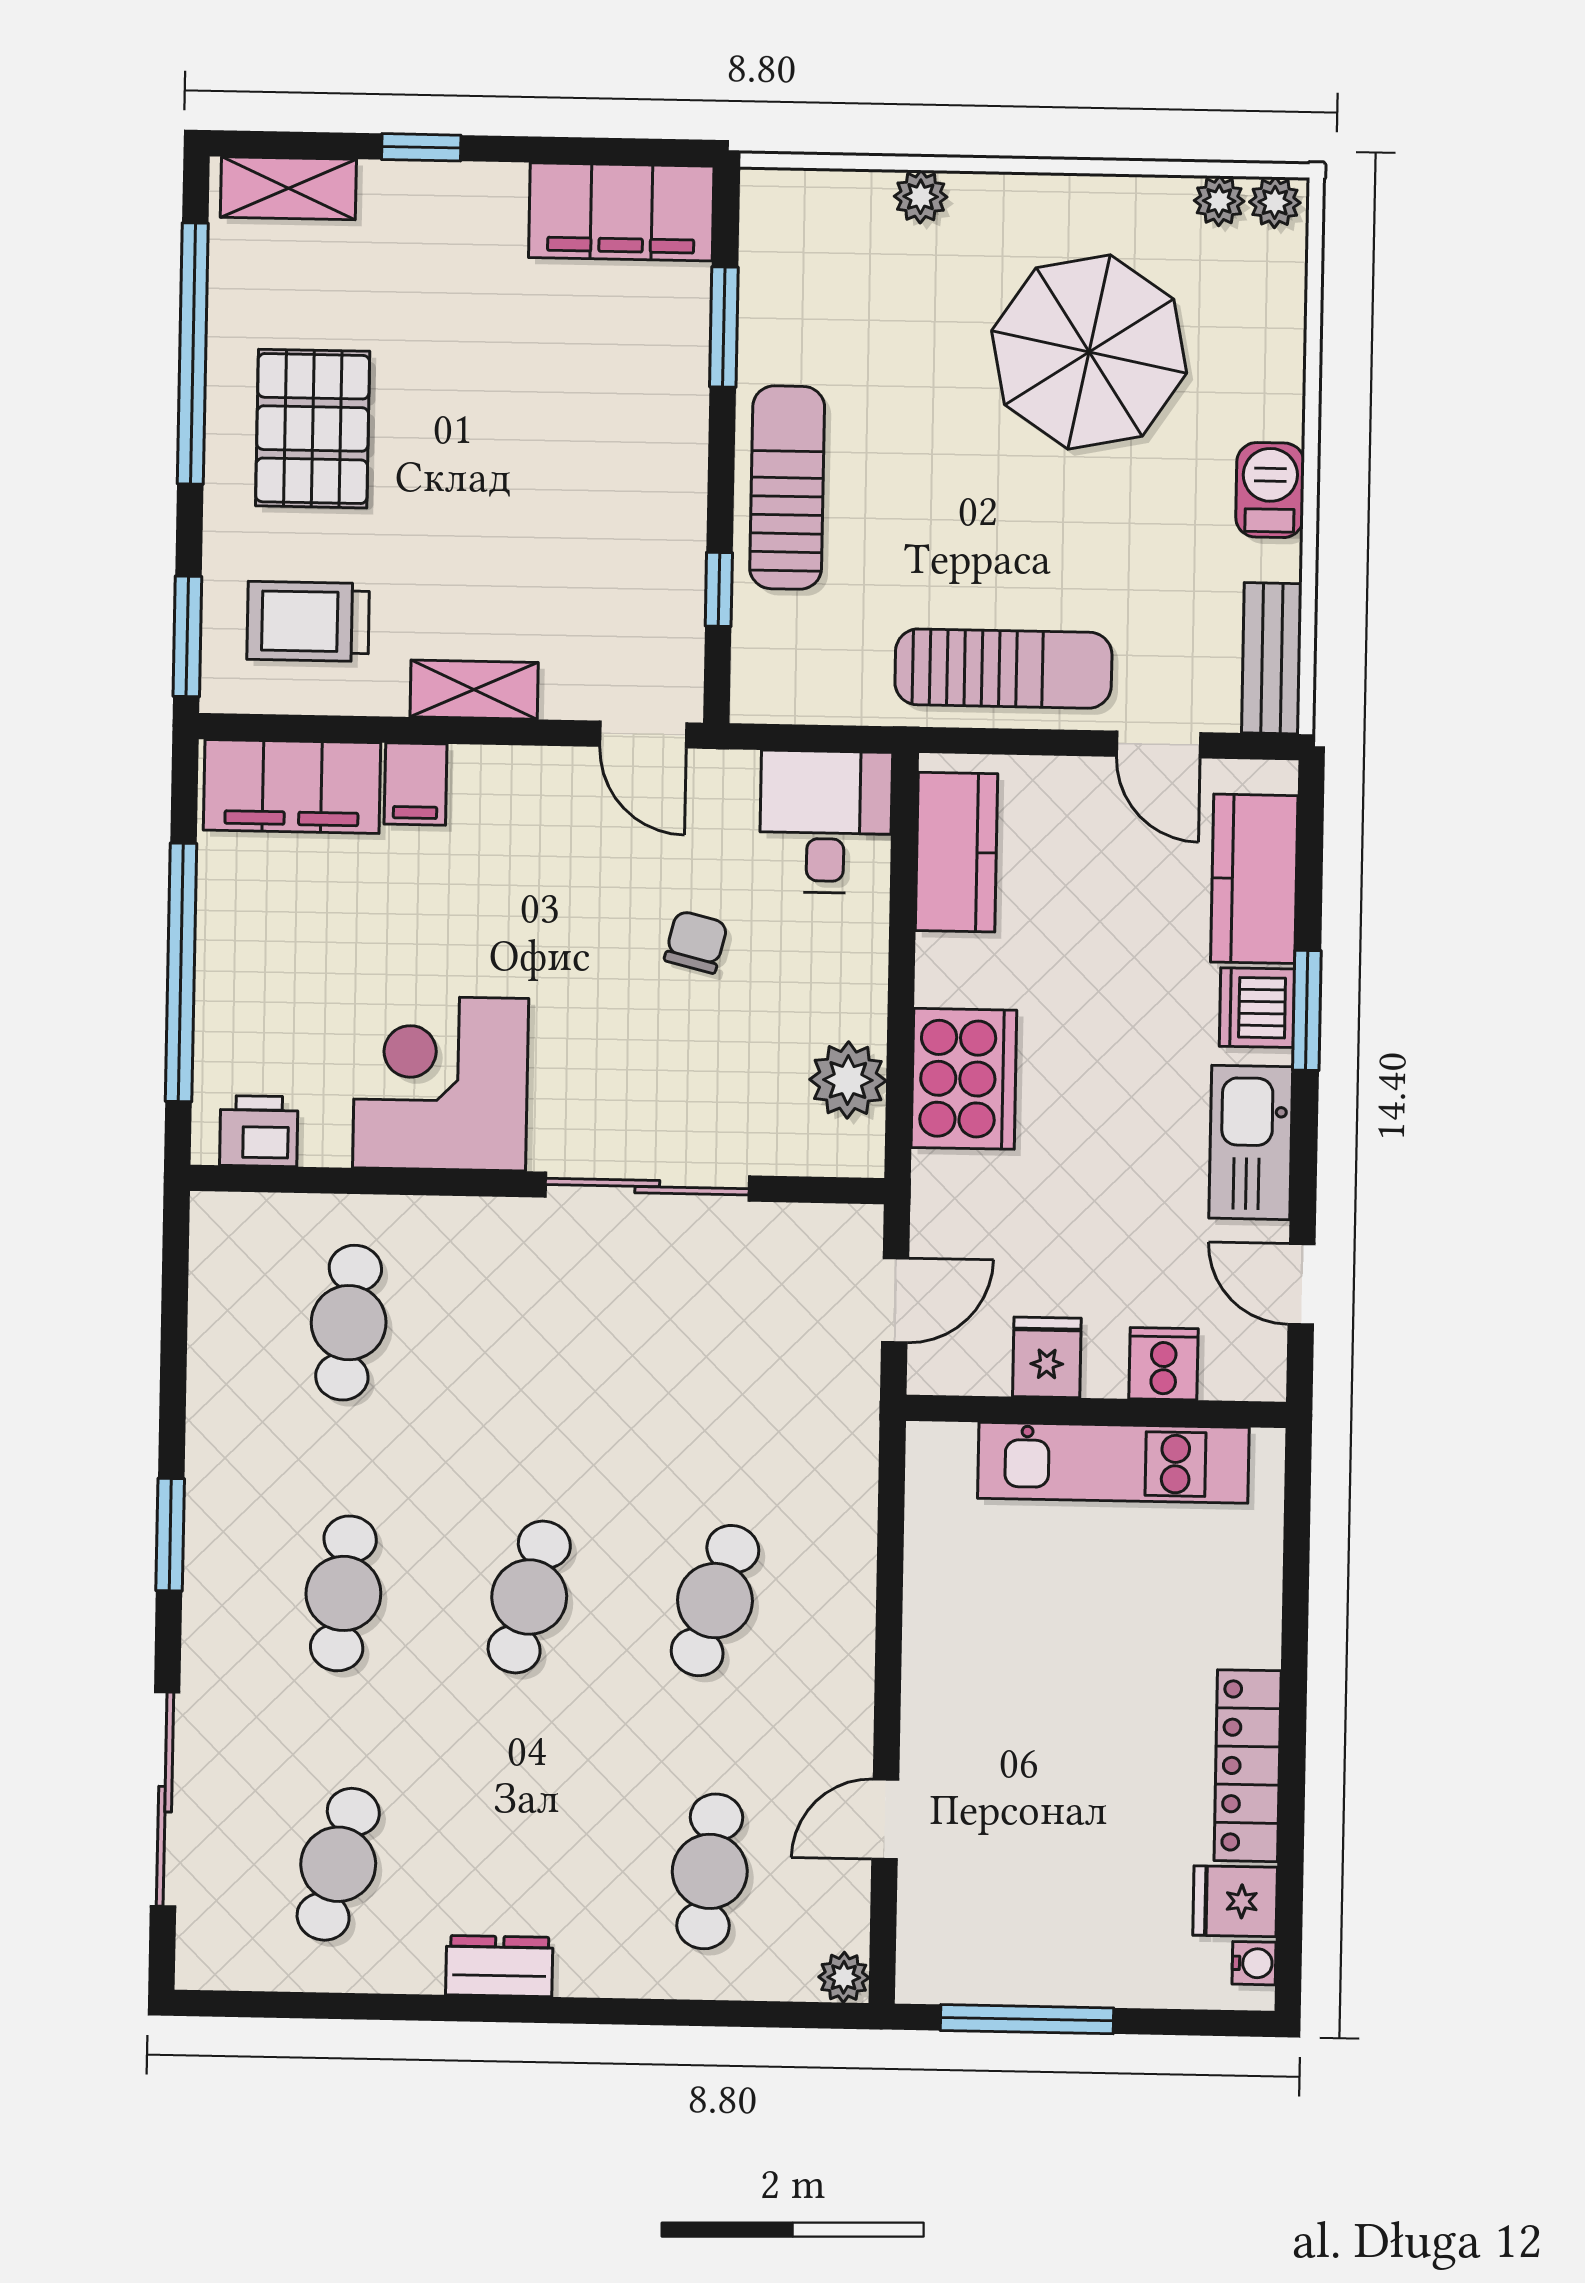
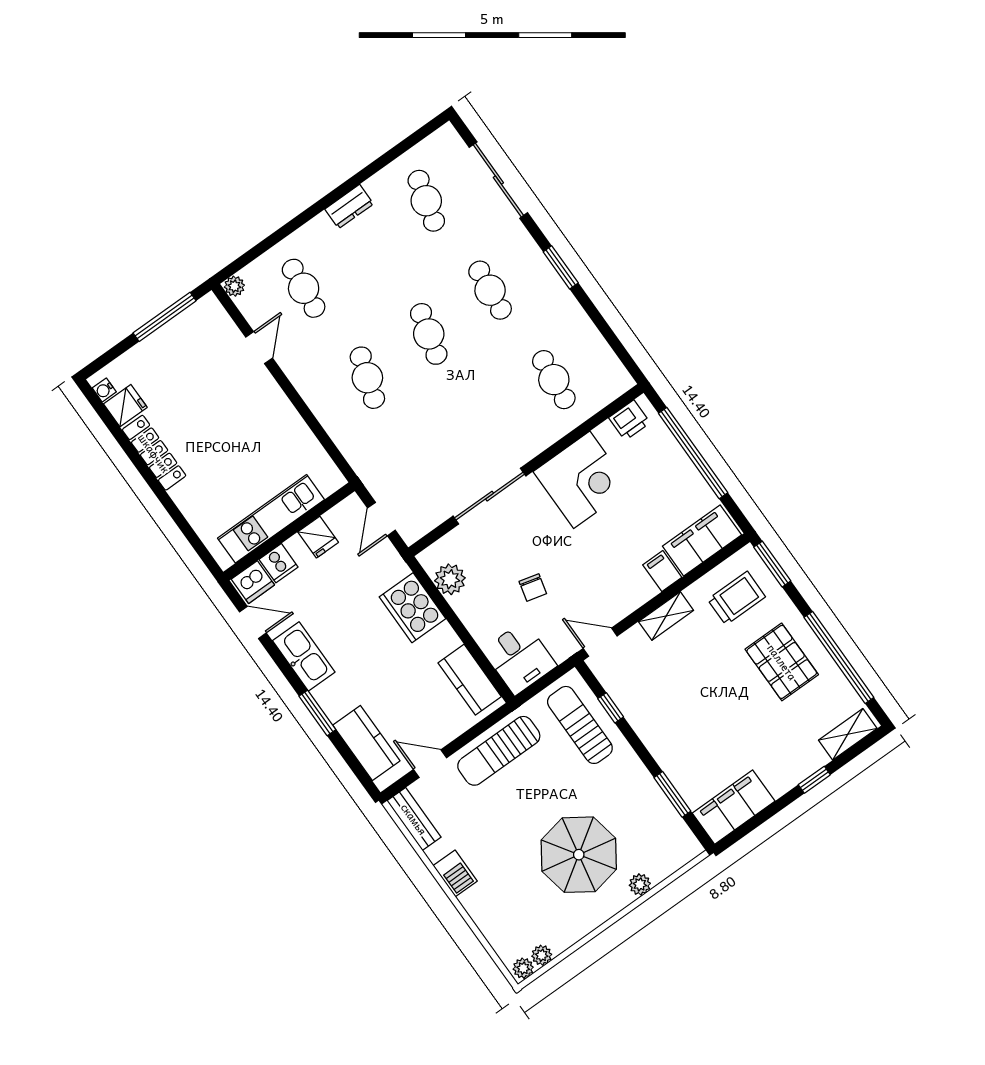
parasol: (1089, 352) -> (579, 855), moved
sun lounger: (787, 488) -> (580, 725), moved, turned 180
dishwasher: (1257, 1008) -> (253, 582), moved, turned 90

